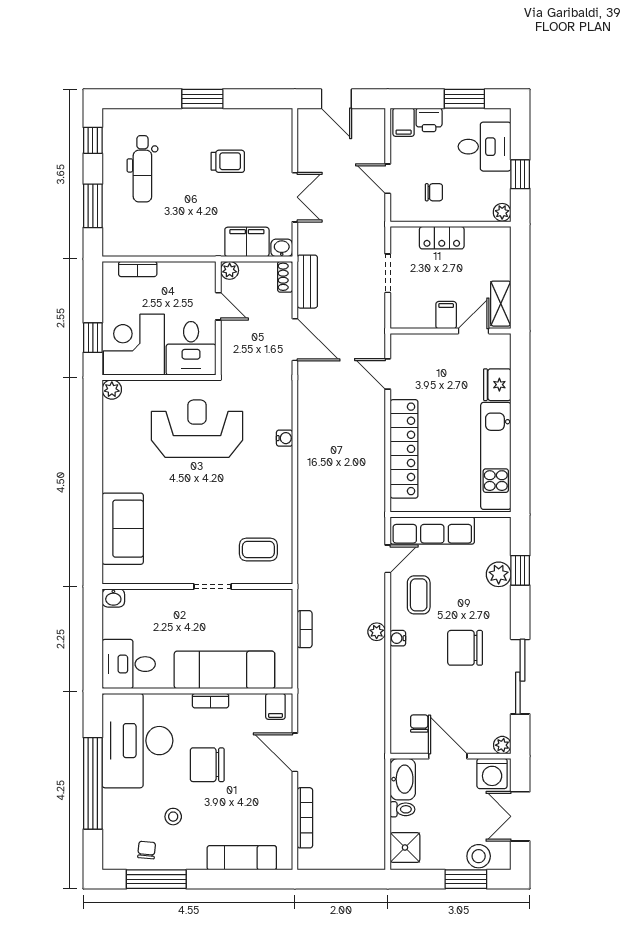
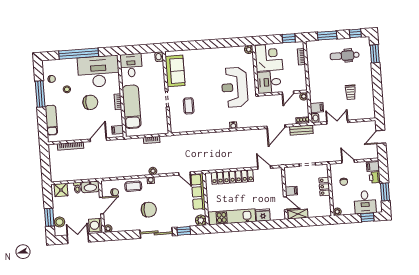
window: (202, 99) -> (375, 54), moved
window: (520, 174) -> (367, 217), moved
door: (388, 179) -> (348, 162), hinge flipped
double door: (295, 197) -> (337, 122), swing flipped
filing cabinet: (247, 242) -> (317, 108), width x0.50
window: (93, 338) -> (289, 38), moved
door: (388, 374) -> (264, 168), hinge flipped
reception desk: (197, 429) -> (235, 87), turned 180
sofa: (123, 529) -> (175, 71), moved, turned -90
coffee table: (258, 550) -> (189, 106), moved
plant: (499, 574) -> (201, 220), moved
coffee table: (419, 595) -> (133, 186), moved
chair: (465, 648) -> (149, 210), turned 90
sliding door: (520, 677) -> (156, 233), moved
chair: (207, 765) -> (90, 102), turned 87
window: (156, 879) -> (40, 94), moved

